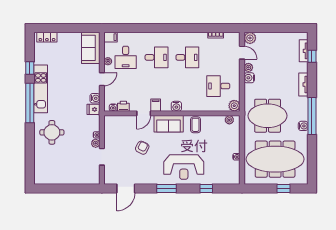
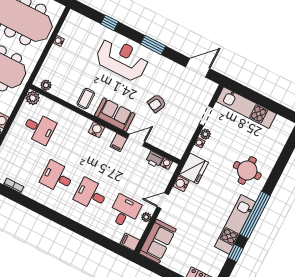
fridge: (94, 109) -> (194, 169), width x1.88, depth x1.34
kitchen unit: (76, 178) -> (246, 108), added

